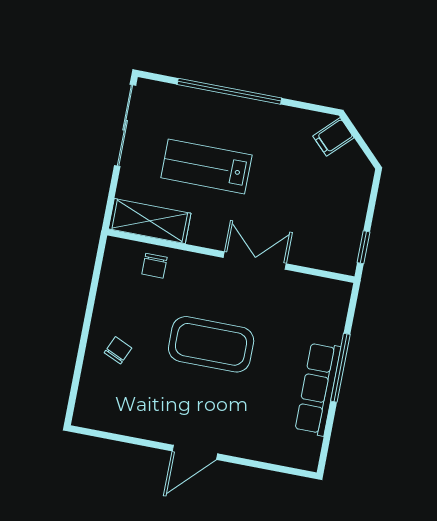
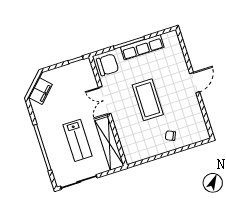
filing cabinet: (333, 137) -> (41, 91), width x2.00
shelving: (150, 221) -> (109, 143), width x1.47
chair: (154, 266) -> (107, 65), moved, width x1.87, depth x1.87
door: (195, 452) -> (195, 83), hinge flipped

